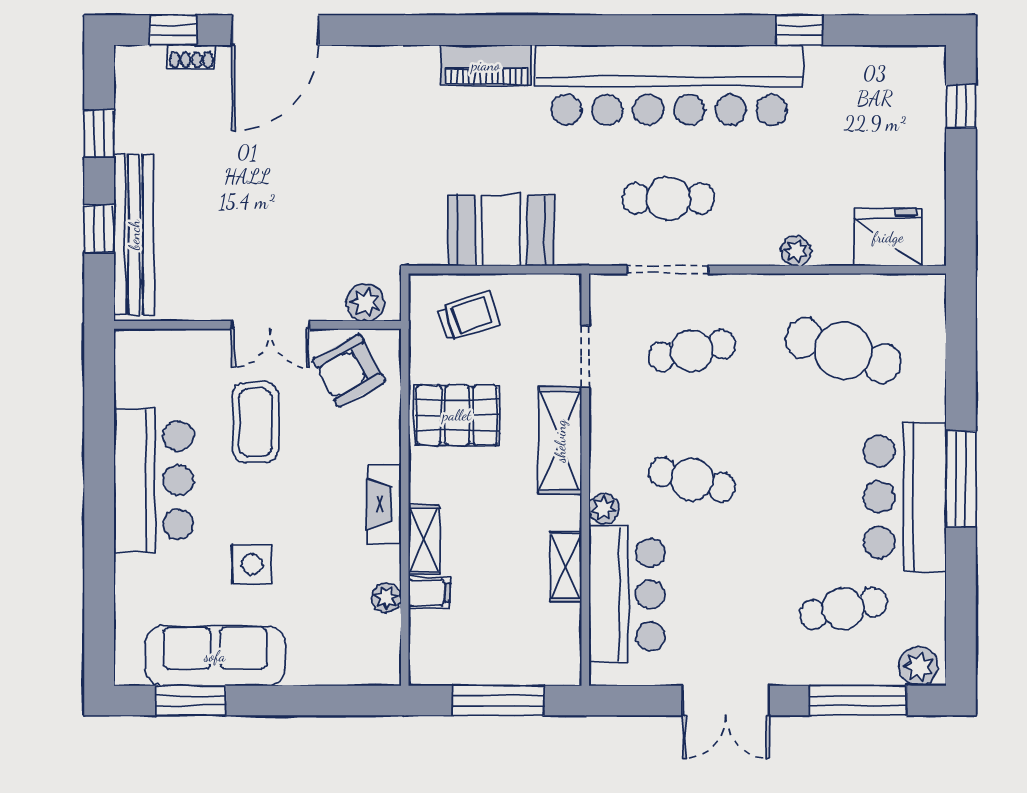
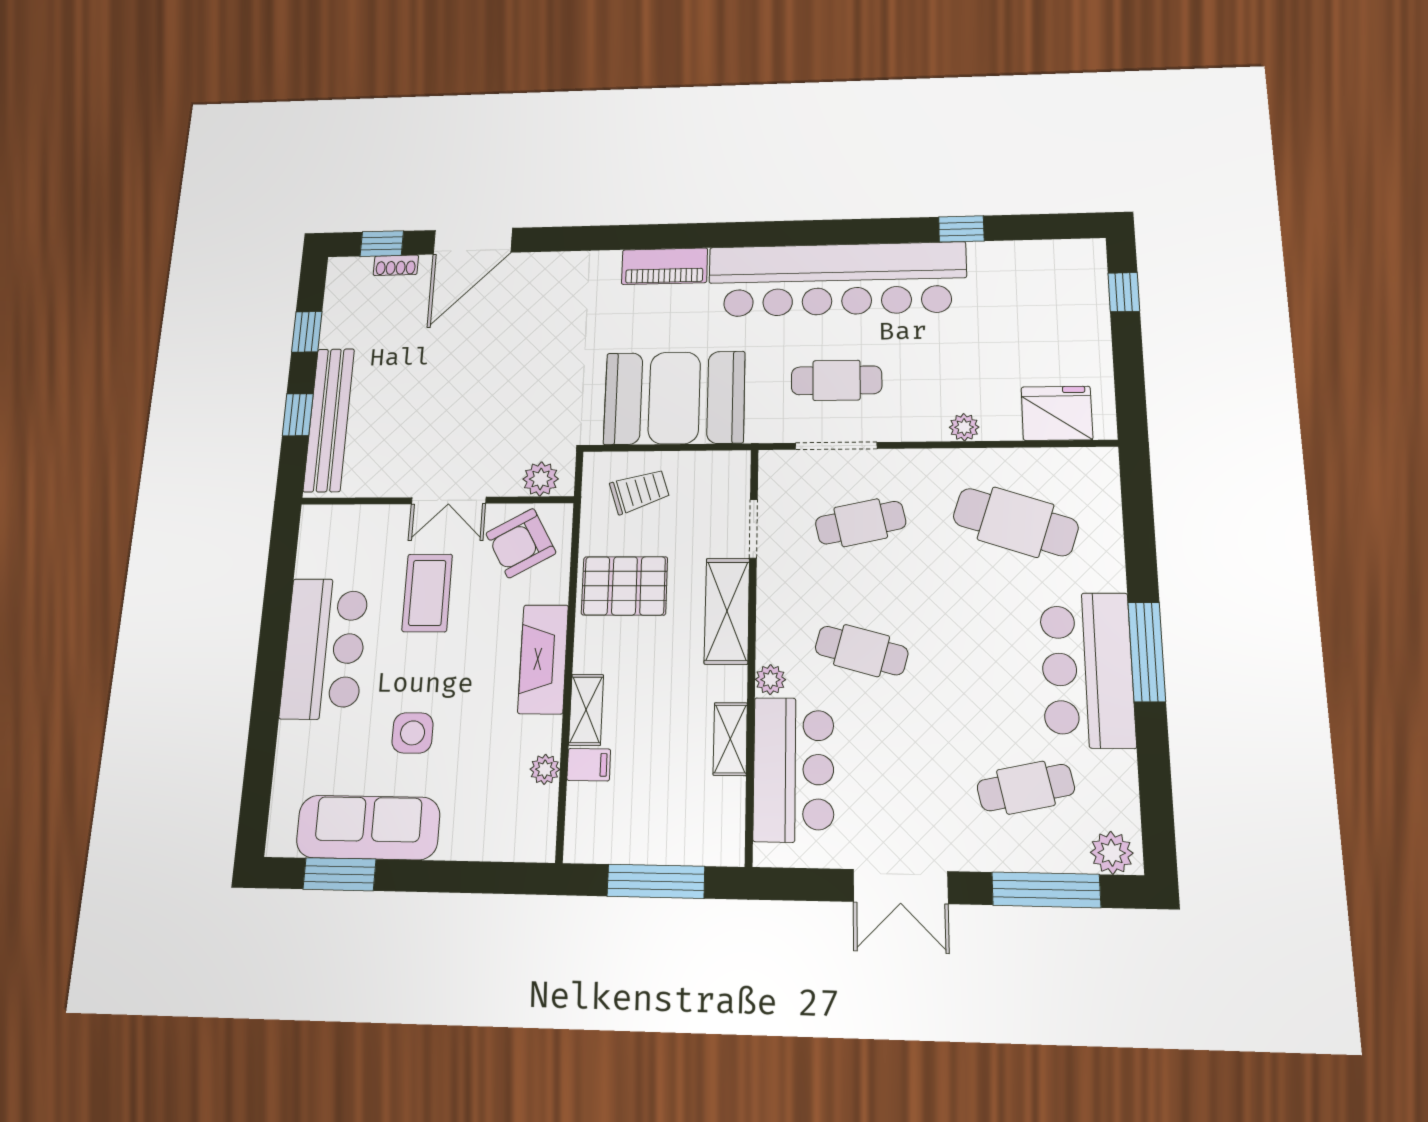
booth: (501, 230) -> (674, 398), width x1.36, depth x1.42
fireplace: (384, 504) -> (543, 659), width x1.37, depth x1.32

